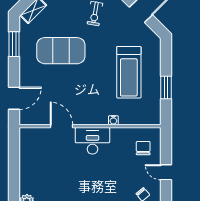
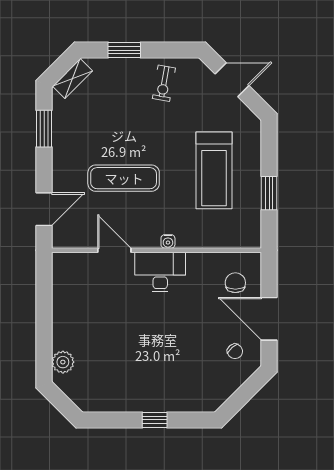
exercise mat: (61, 51) -> (124, 178), moved, width x0.68
water cooler: (113, 120) -> (168, 241), moved
door: (166, 172) -> (269, 319), width x1.87

